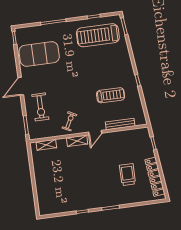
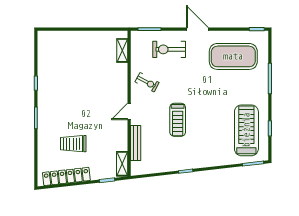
exercise mat: (39, 54) -> (233, 56), turned 90
treadmill: (111, 95) -> (178, 120), moved
door: (95, 133) -> (129, 111), hinge flipped
shelving: (77, 141) -> (122, 164), moved
trolley: (127, 175) -> (73, 144), turned 180

